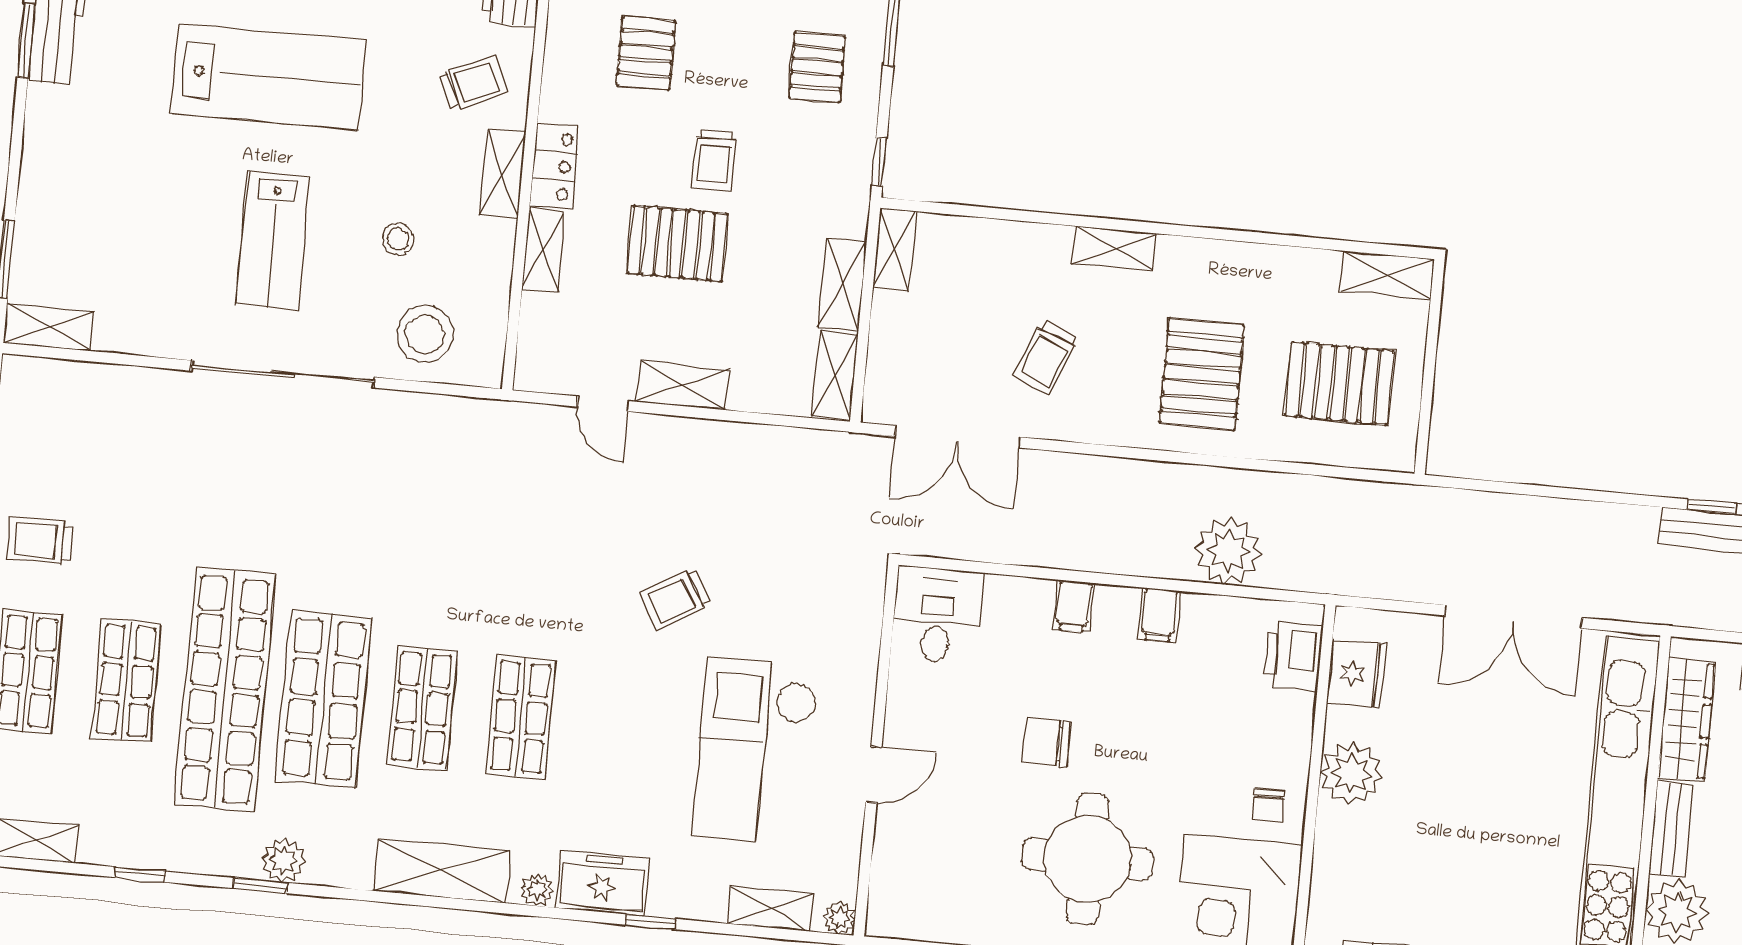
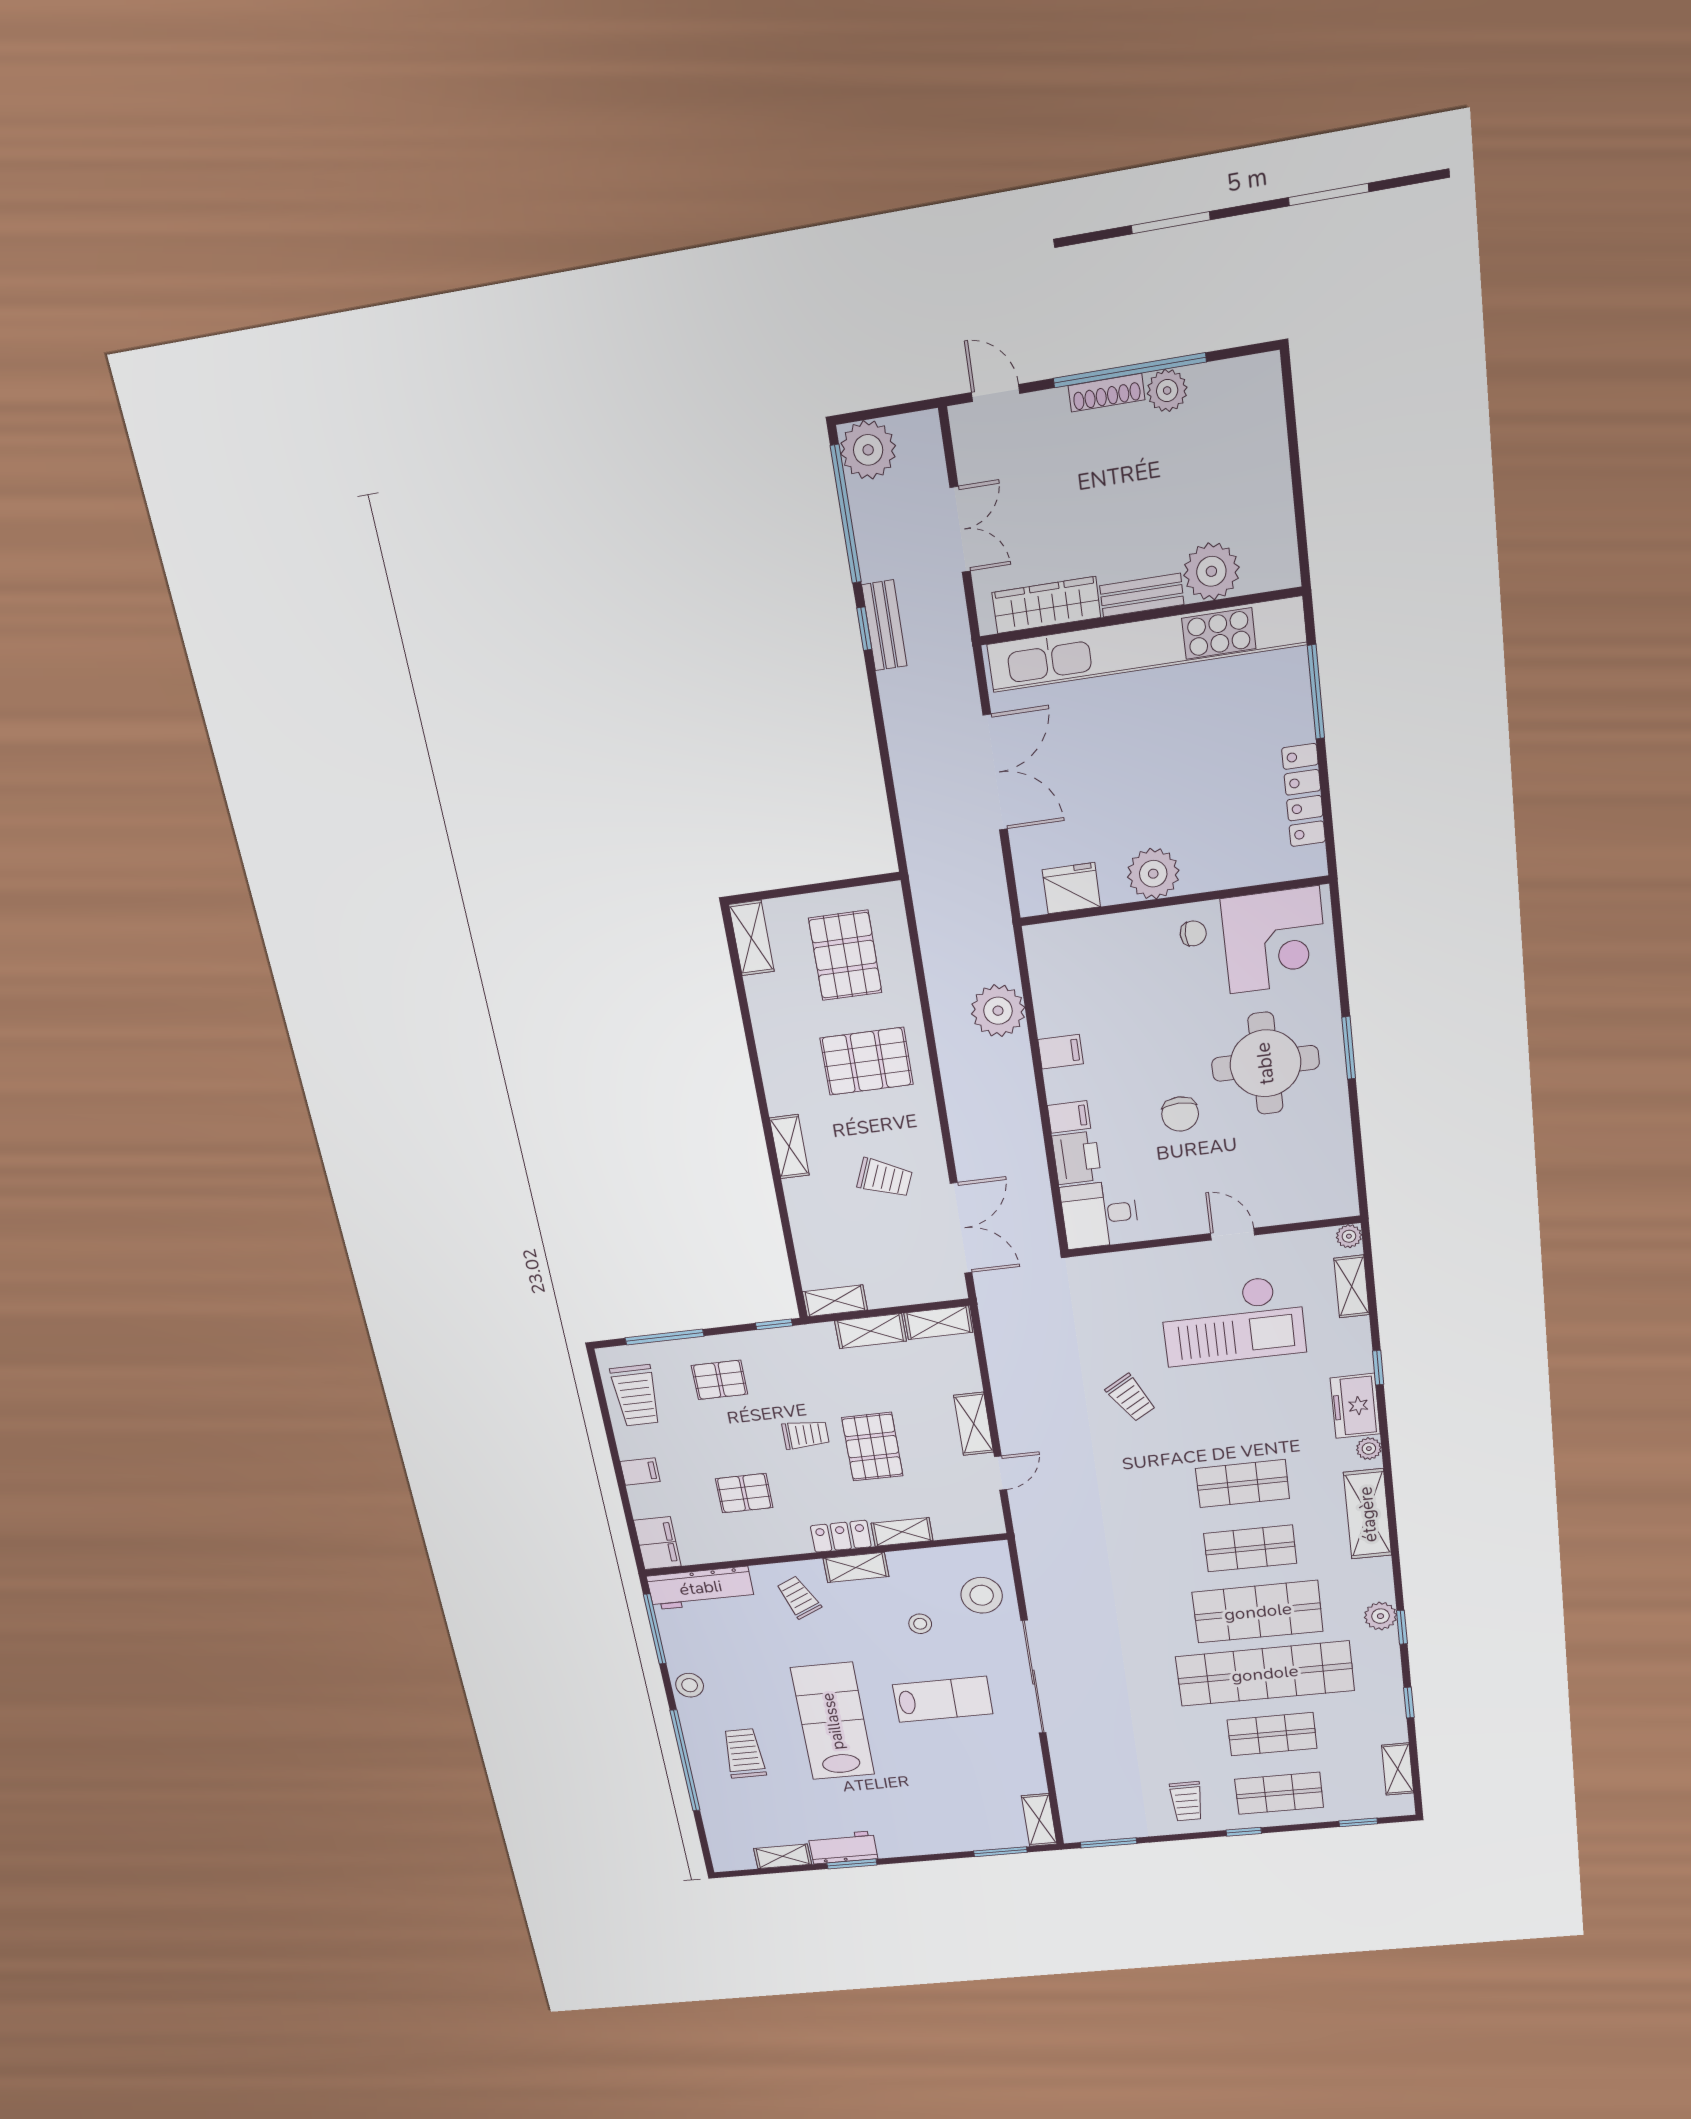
printer: (1293, 656) -> (1077, 1158), moved, turned -90

